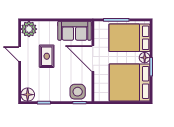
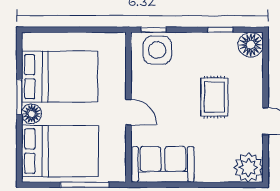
rug: (47, 56) -> (214, 97), moved
door: (93, 59) -> (129, 112), width x0.53
bed: (130, 82) -> (60, 77), width x0.73

